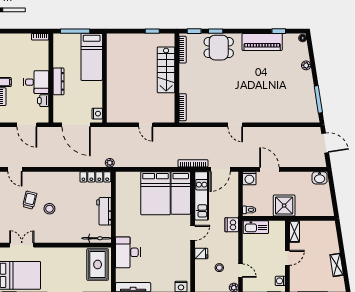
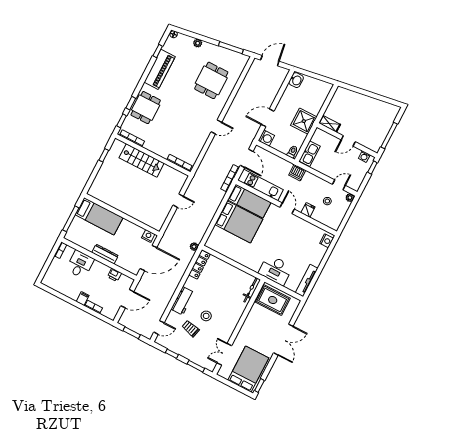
desk: (36, 82) -> (80, 264), moved
dining table: (277, 97) -> (211, 80), added
workbench: (104, 211) -> (183, 301), moved, turned -90
door: (287, 258) -> (348, 141), swing flipped
shelving: (337, 265) -> (375, 103), removed

